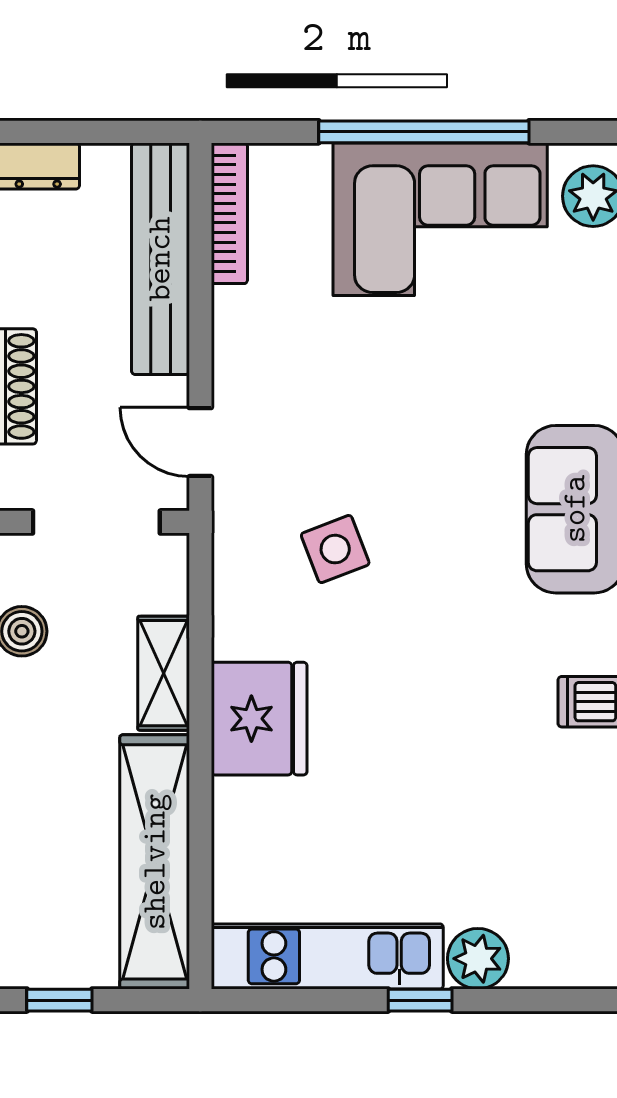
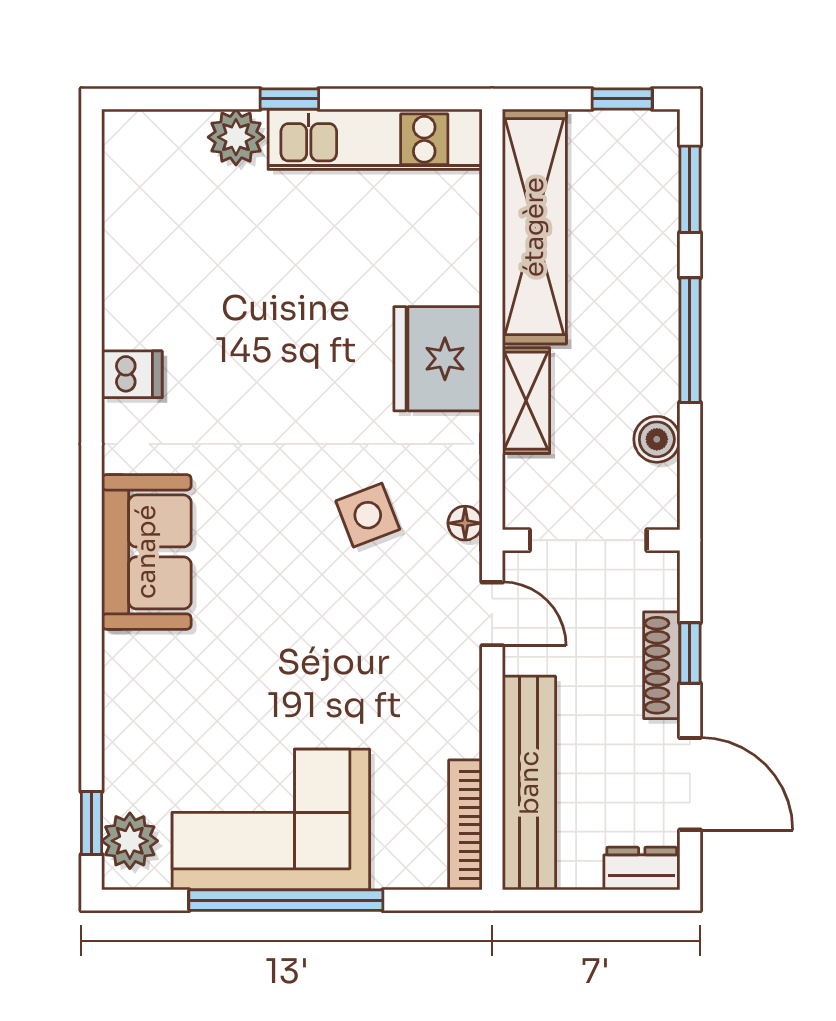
floor lamp: (230, 540) -> (465, 523), added

